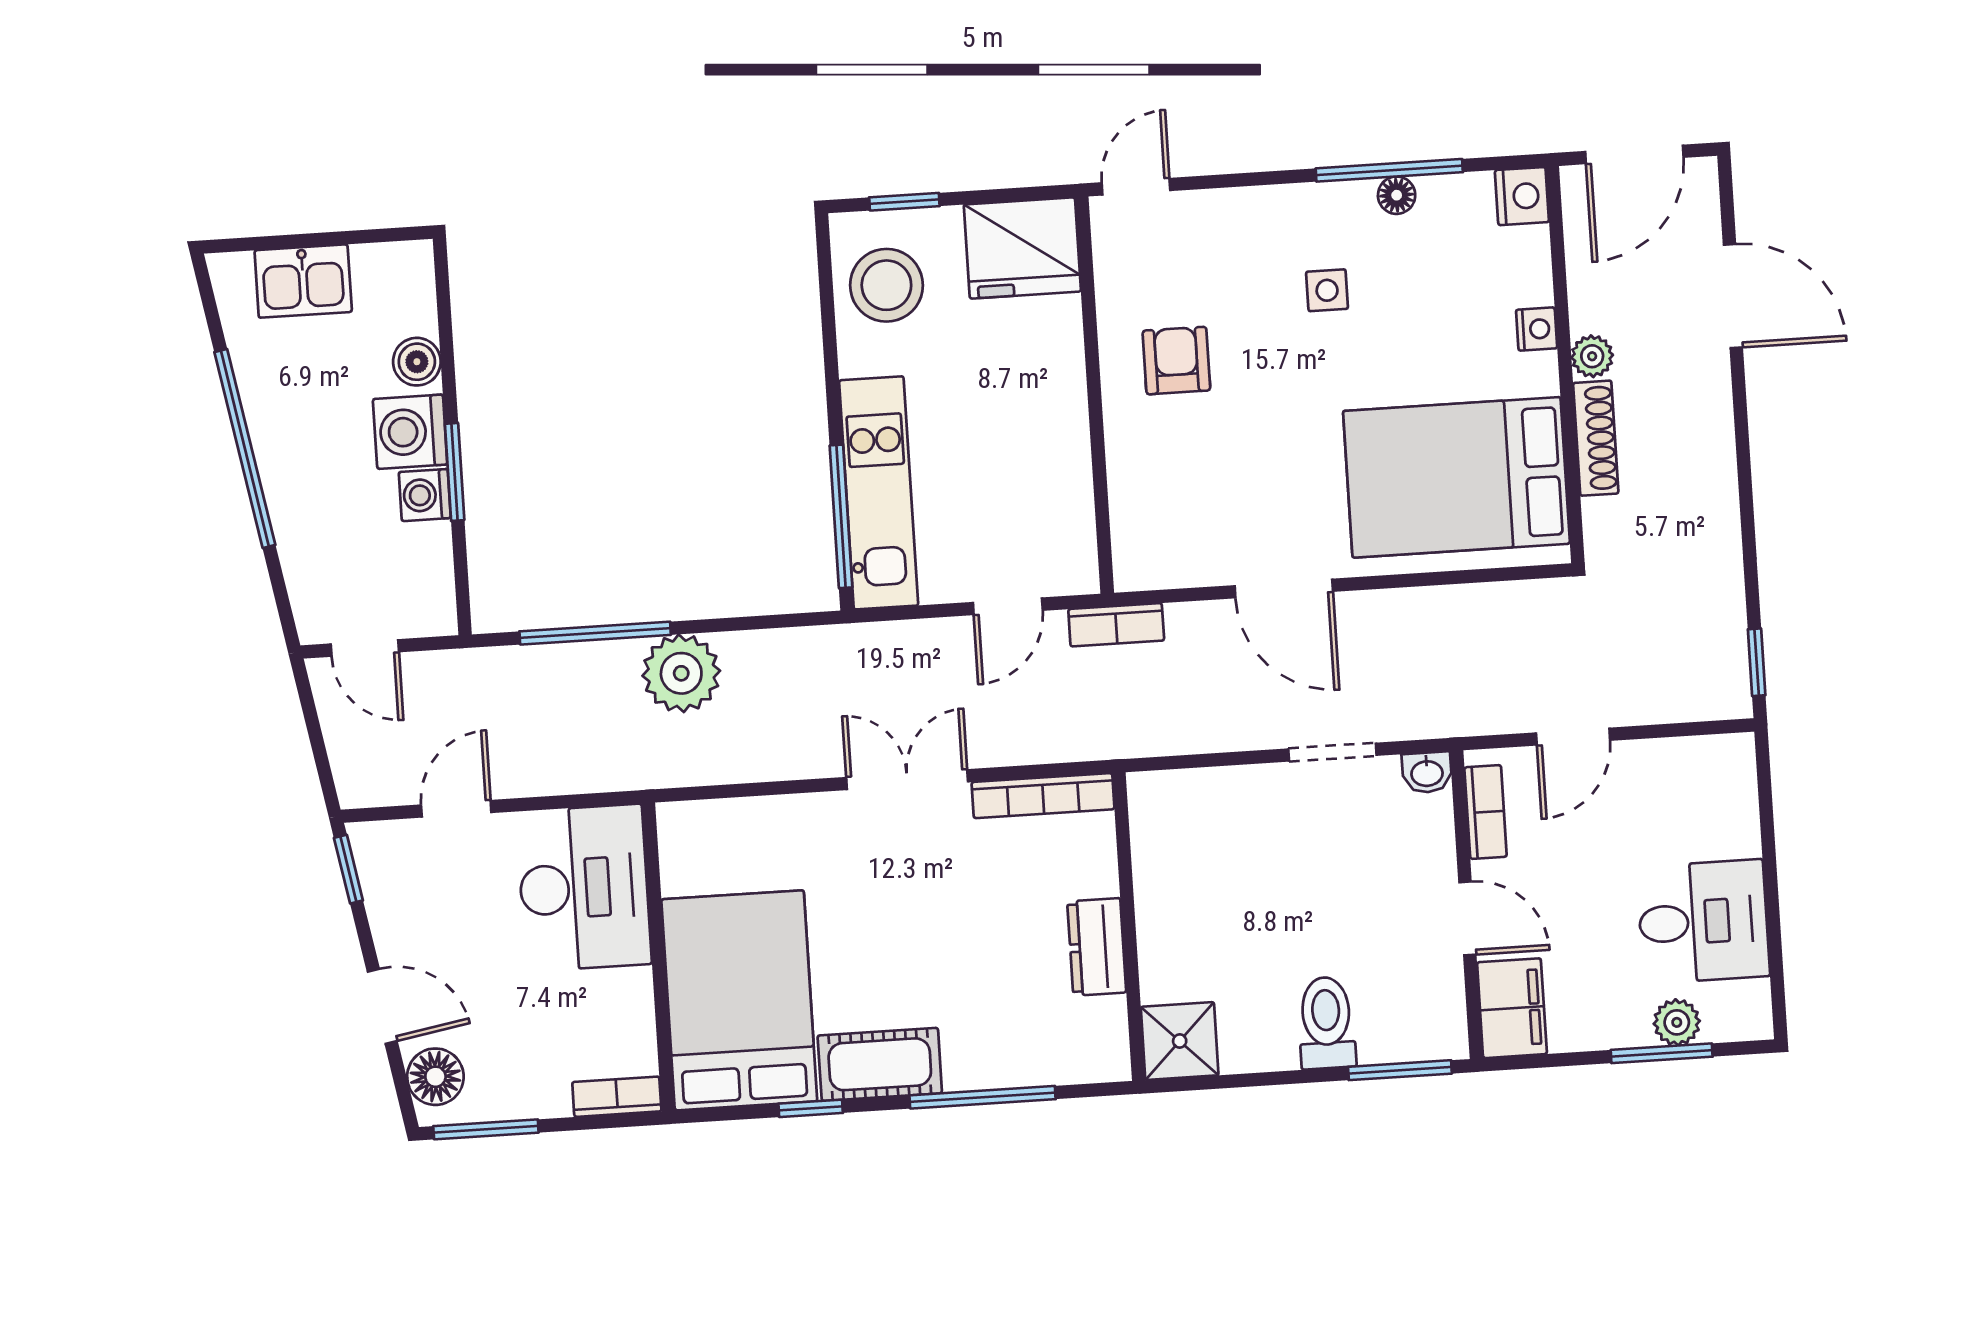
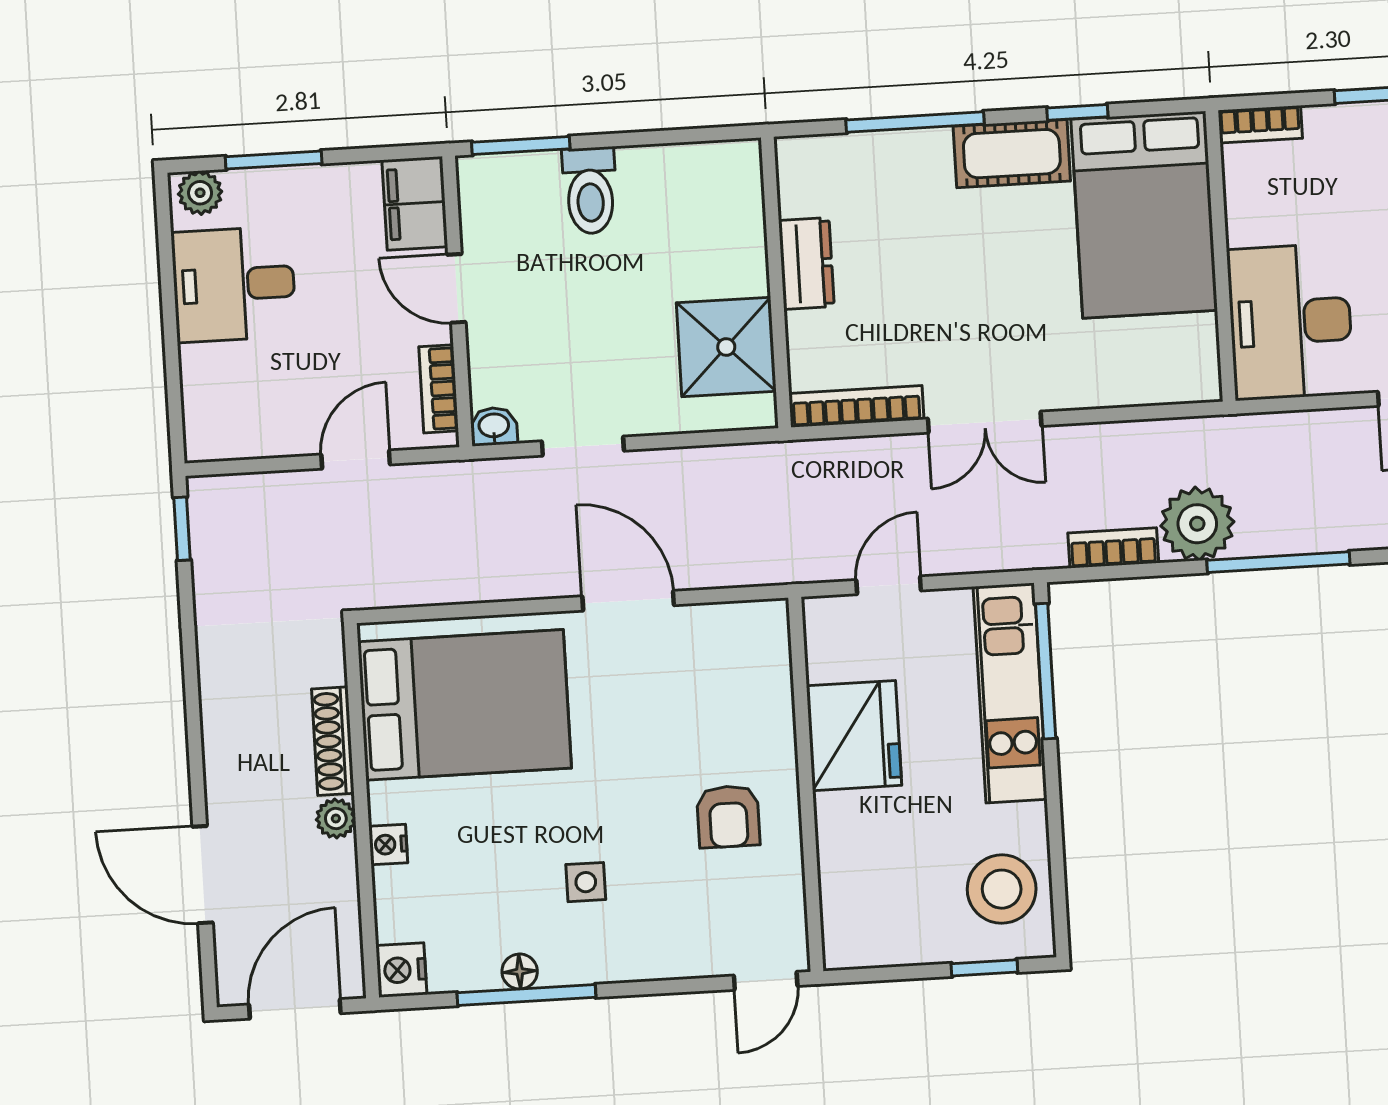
fridge: (1022, 248) -> (854, 736), moved, turned 90
bookcase: (1116, 625) -> (1113, 548), moved
plant: (1677, 1022) -> (200, 193), moved
shower: (1180, 1041) -> (726, 347), moved, width x1.36, depth x1.36

